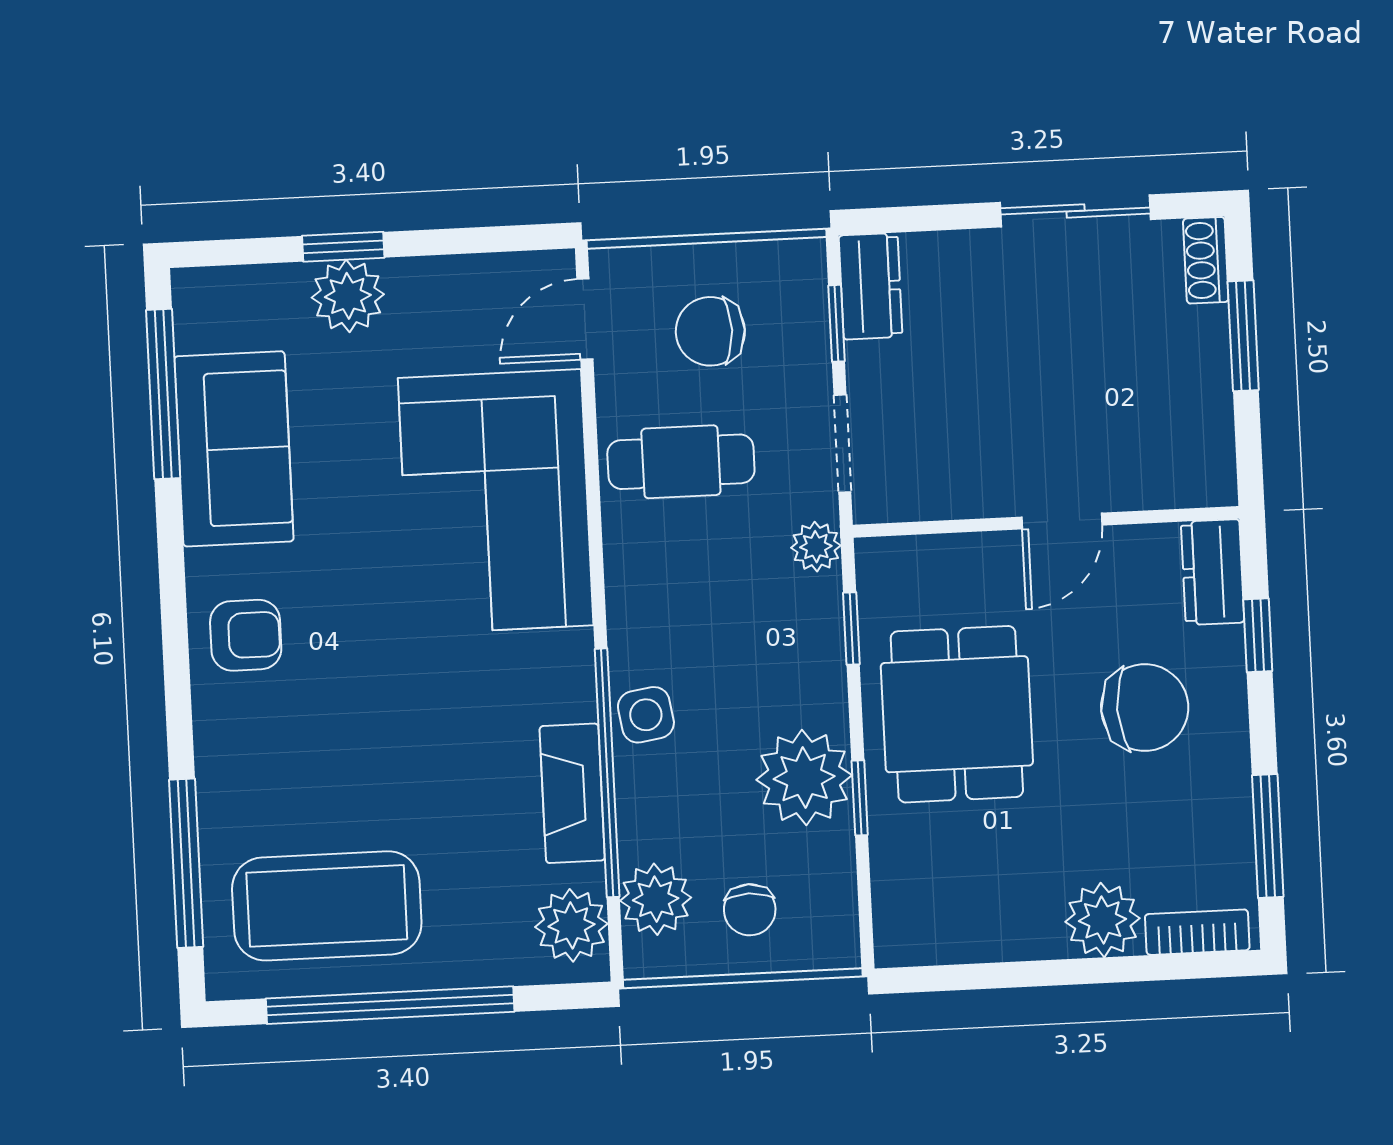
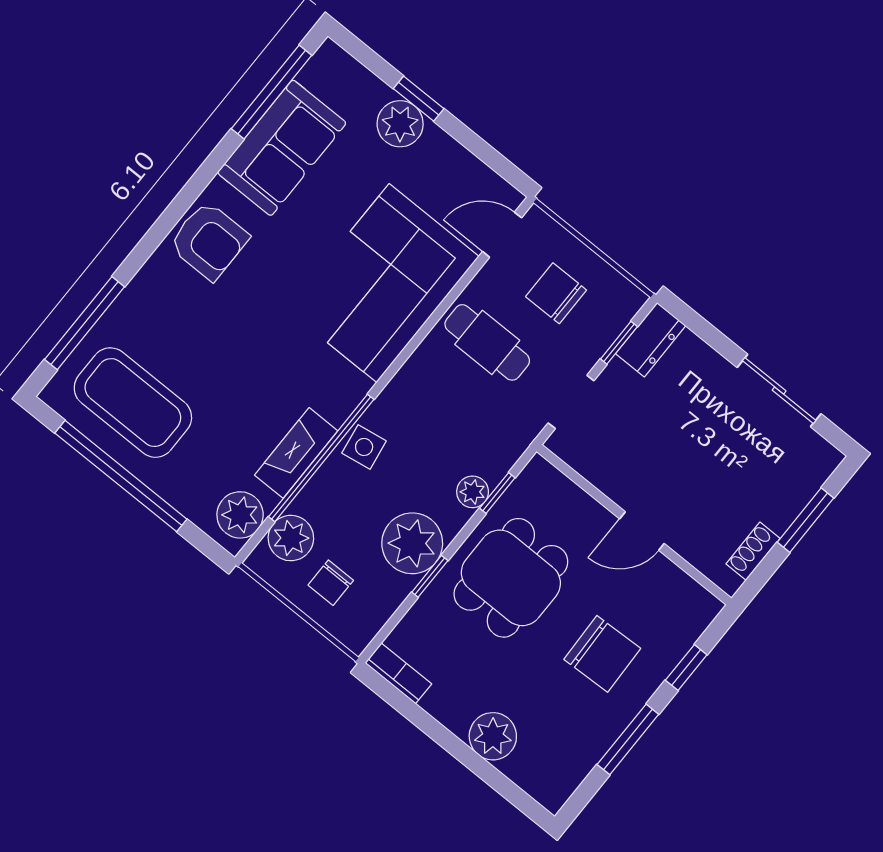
shoe rack: (1206, 260) -> (753, 551), moved
plant: (816, 547) -> (473, 492), moved
dresser: (1213, 572) -> (691, 619), removed
armchair: (246, 635) -> (209, 241), width x1.38, depth x1.38
window: (1268, 836) -> (628, 739), moved
bookcase: (1197, 932) -> (398, 673), moved

